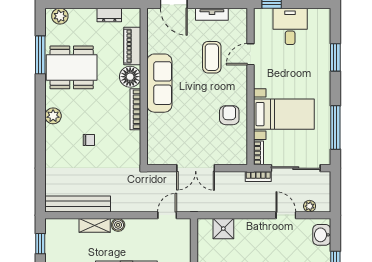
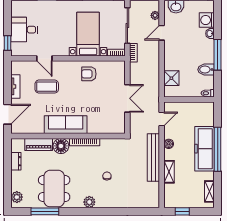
bench: (78, 204) -> (153, 158), moved
door: (167, 215) -> (162, 119), swing flipped
boiler: (118, 225) -> (169, 144), moved

